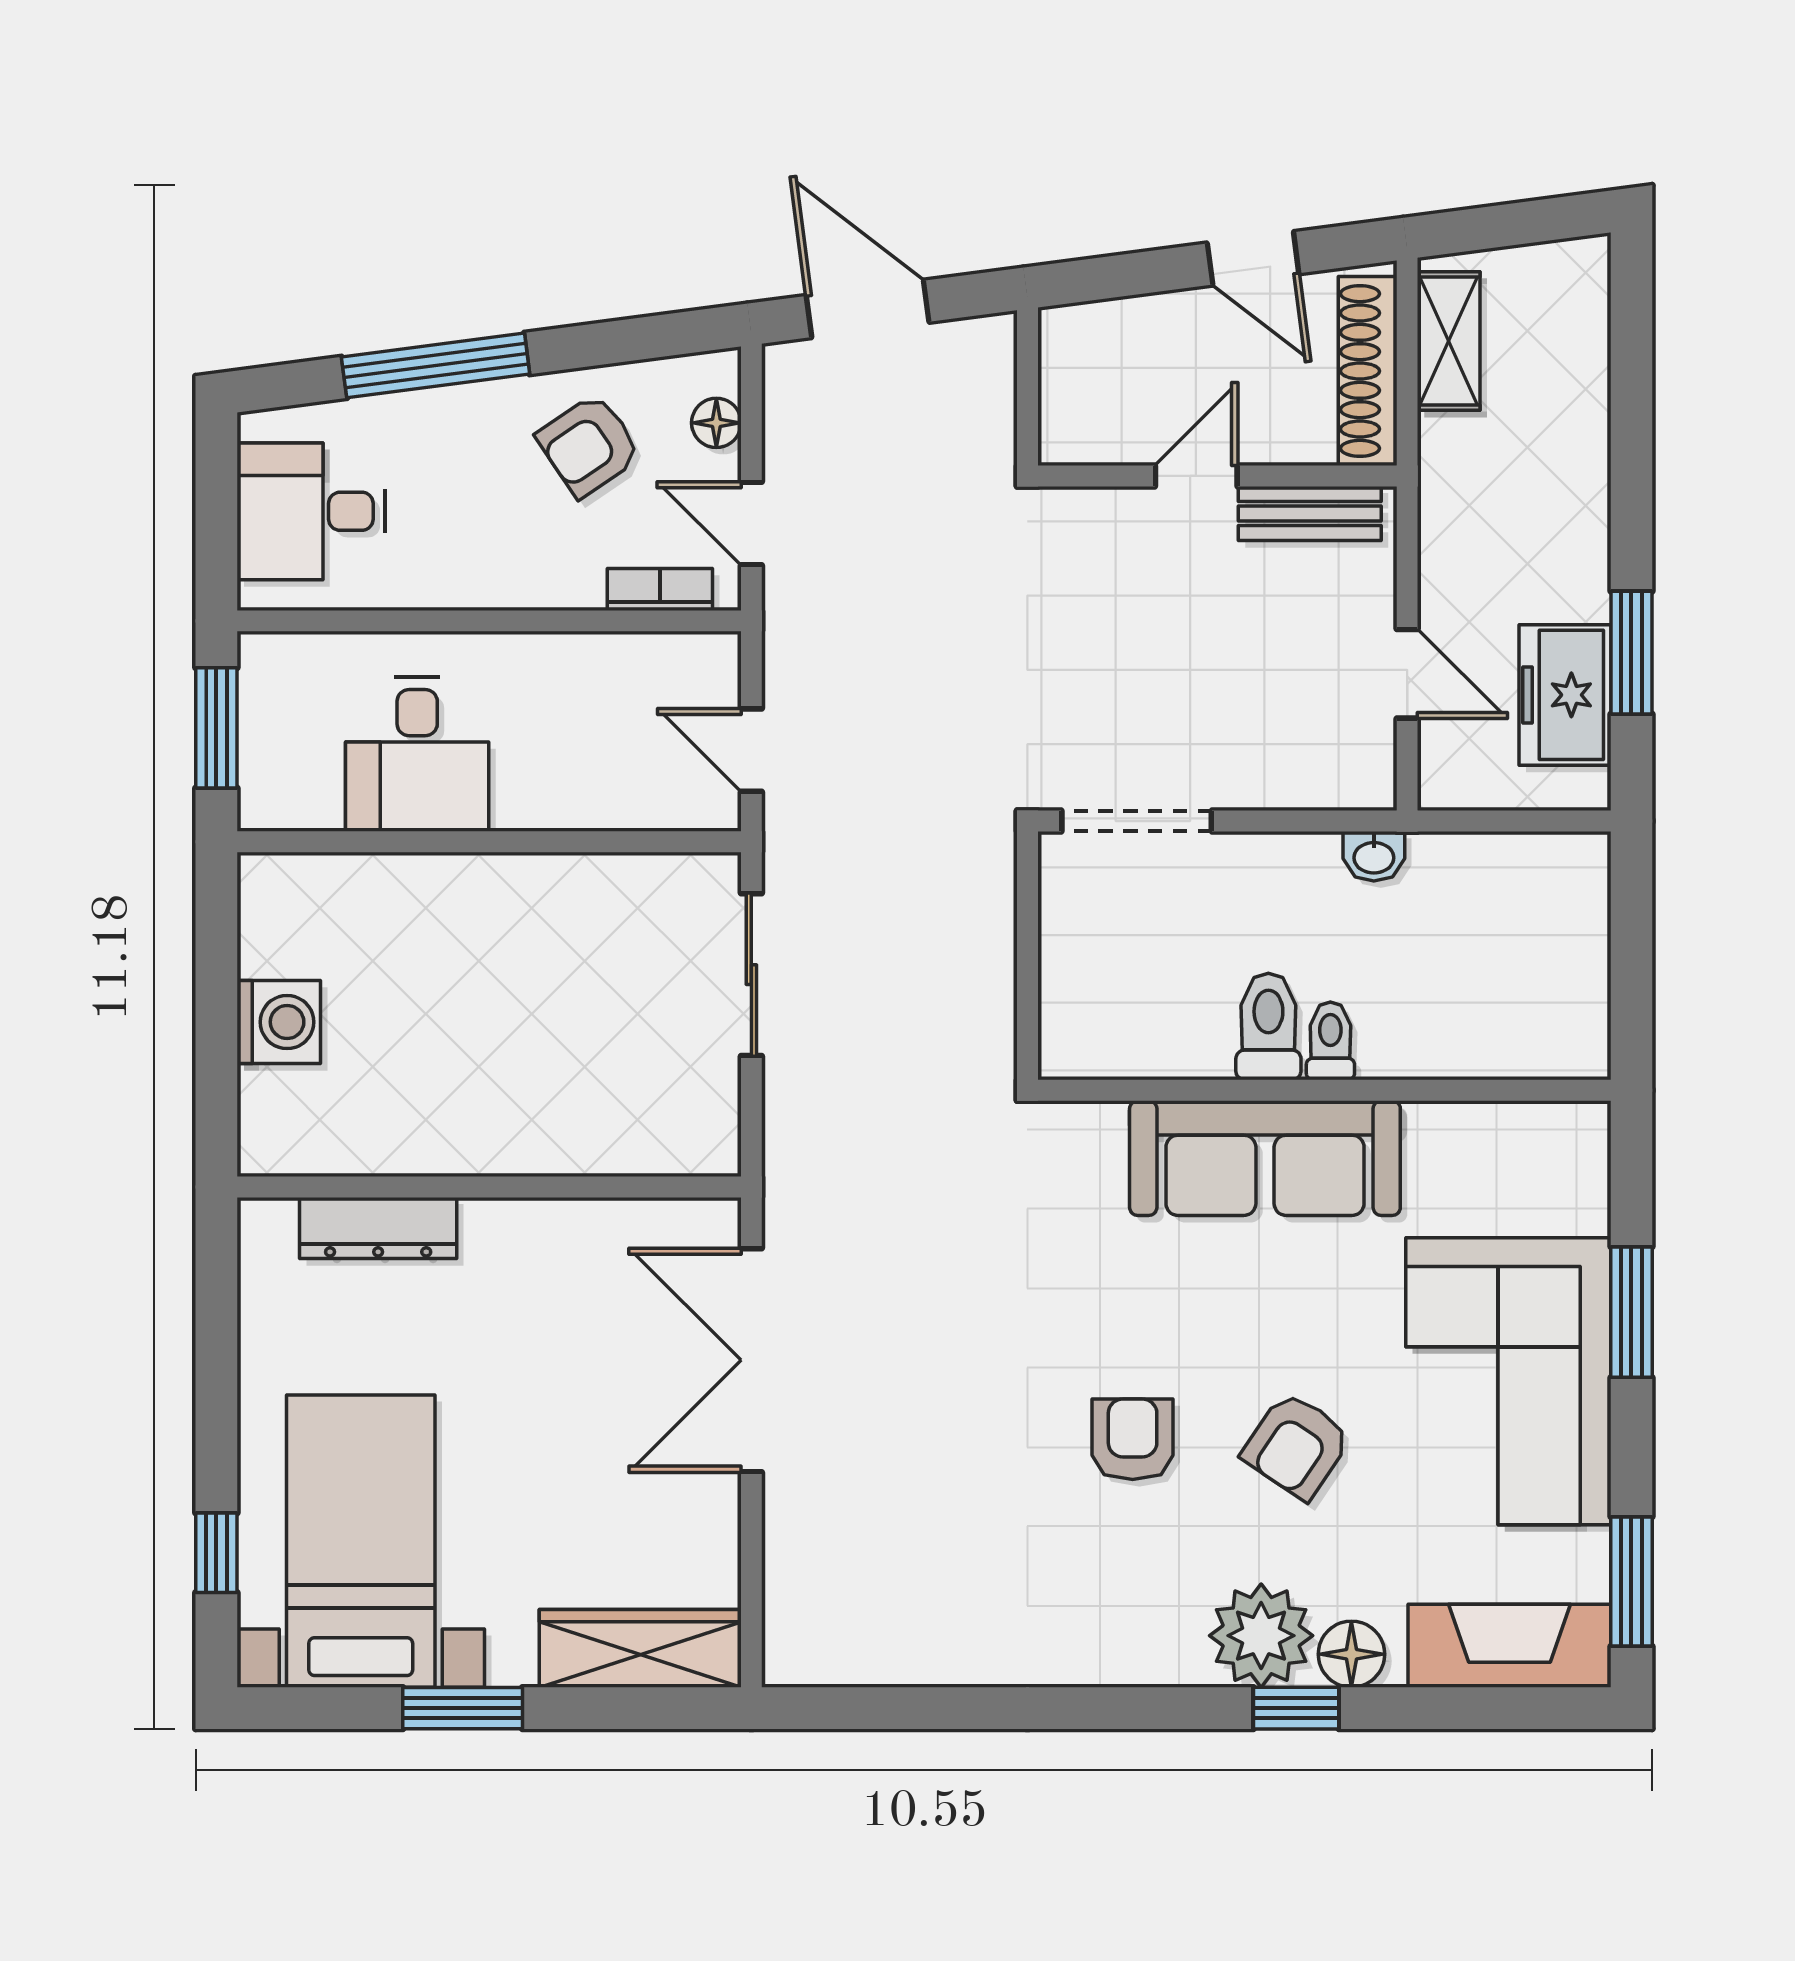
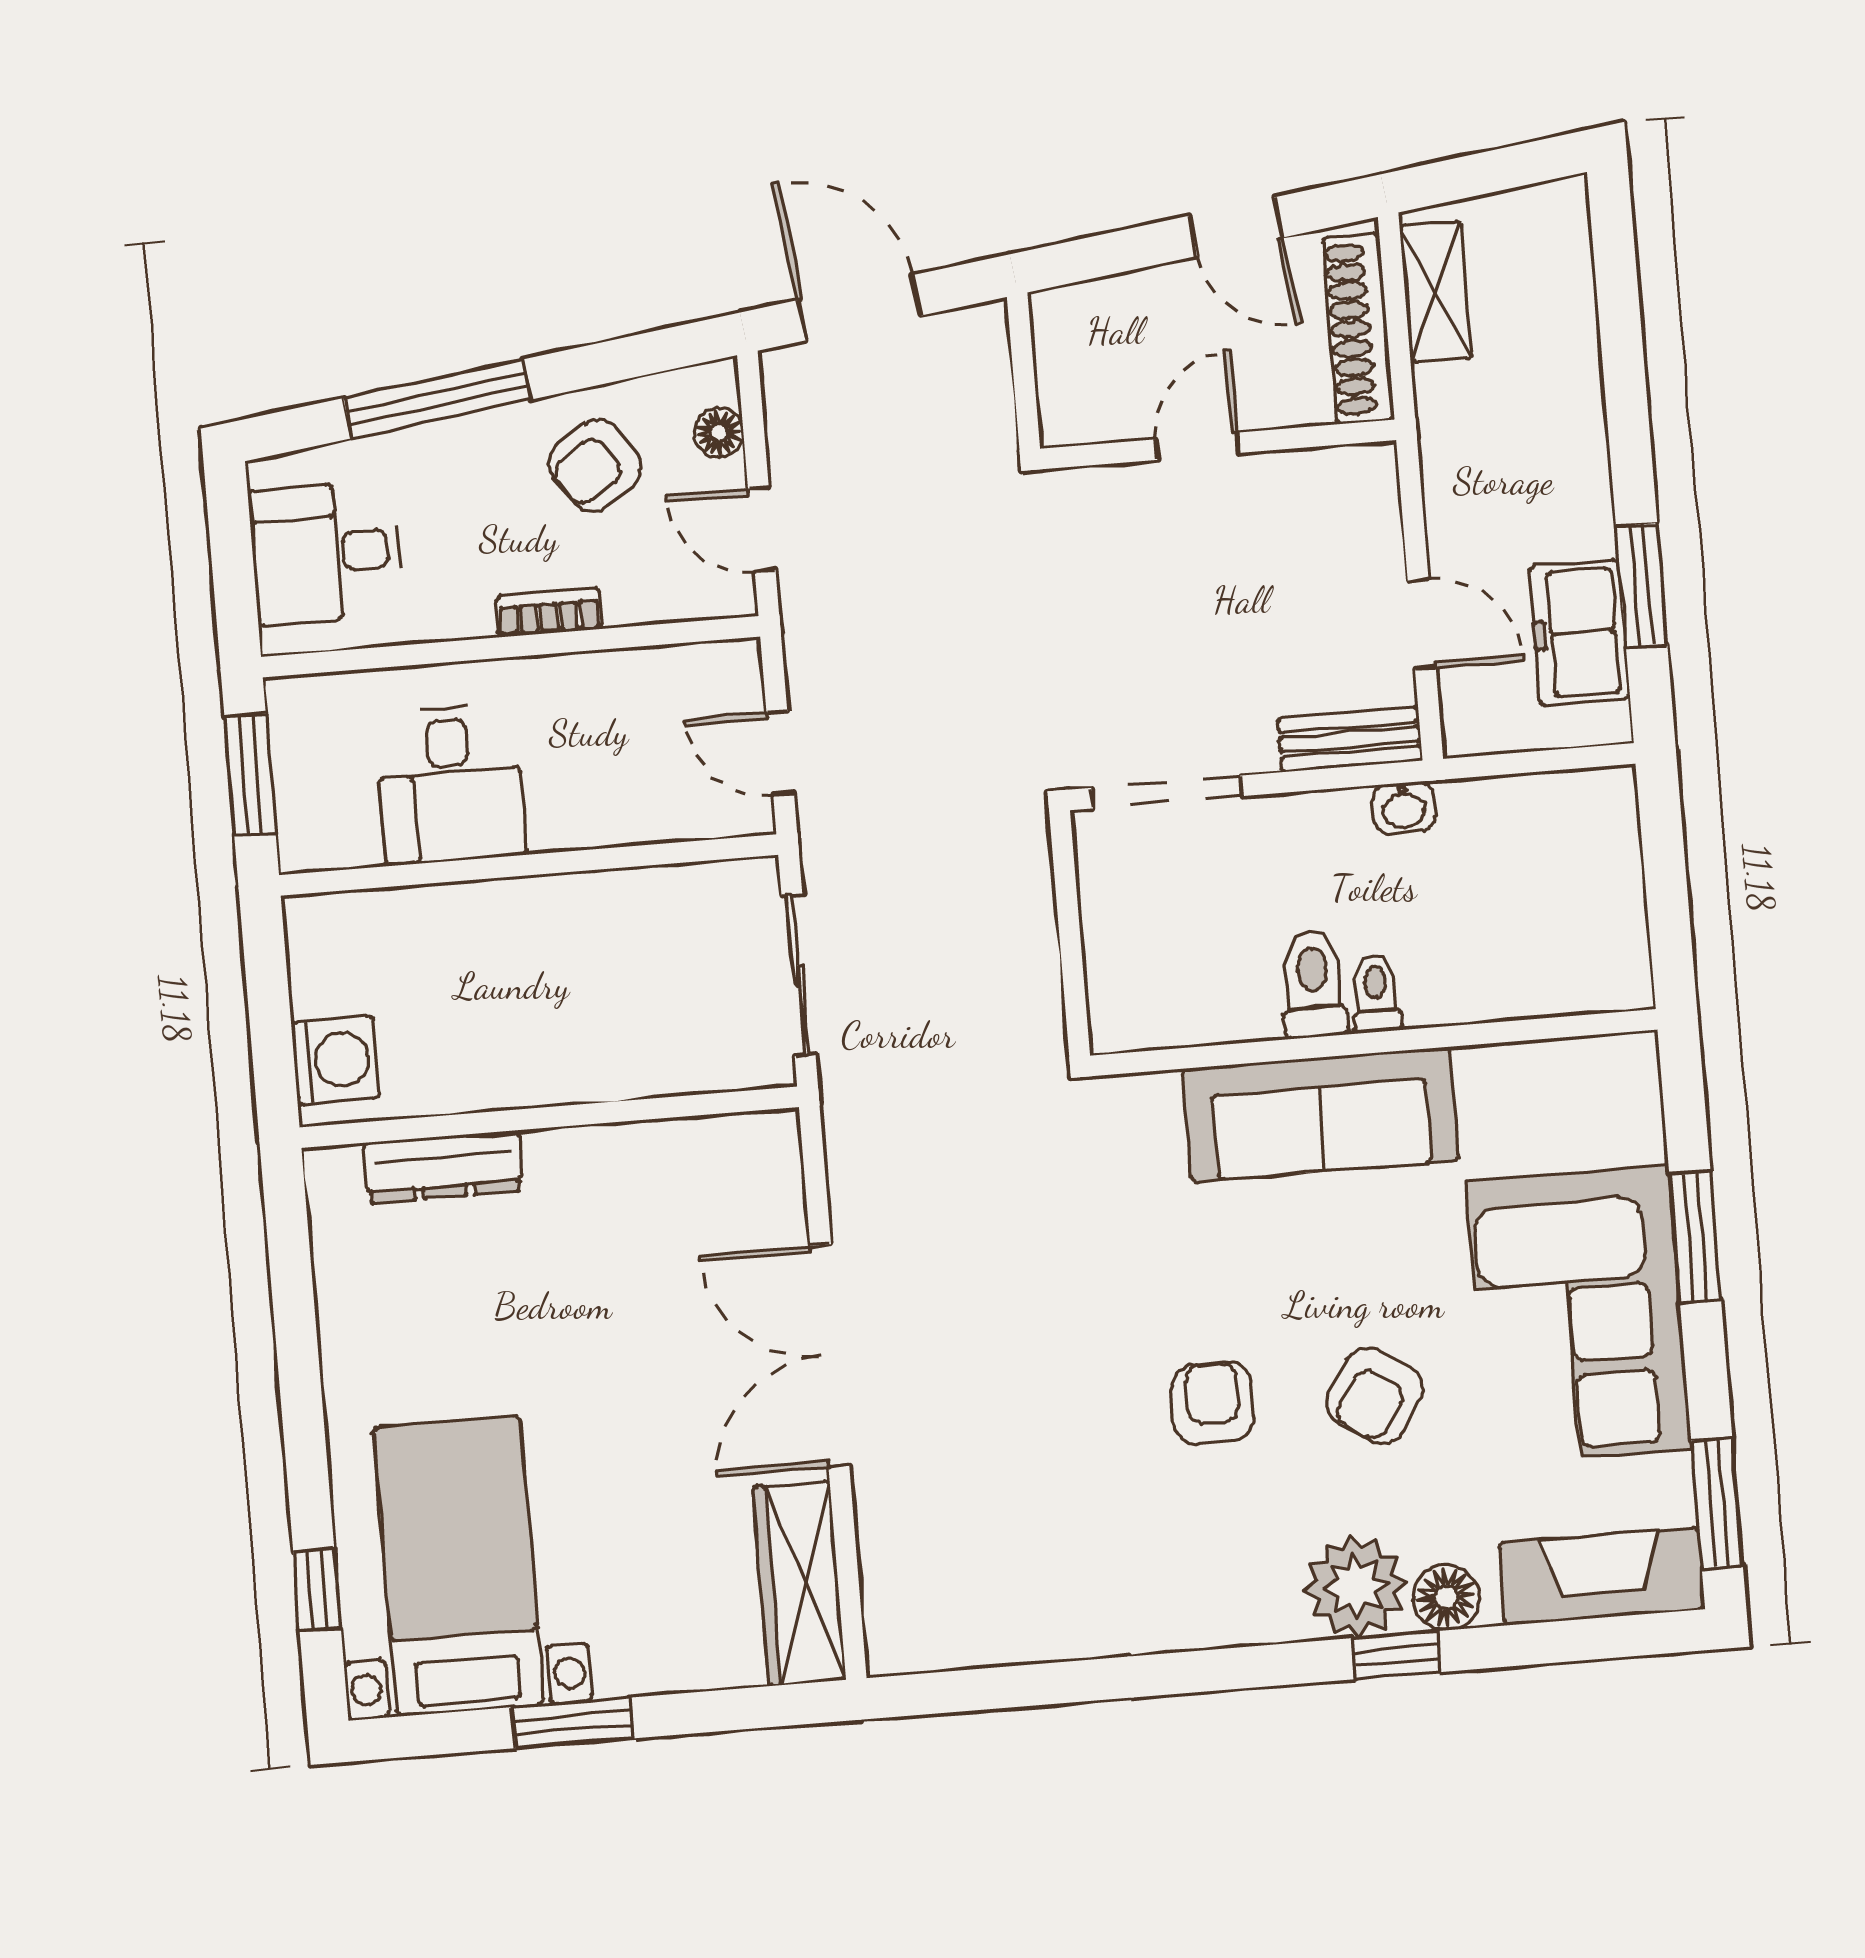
bench: (1310, 514) -> (1350, 739), moved
bookcase: (660, 590) -> (549, 612), moved
wall: (489, 1187) -> (549, 1117), moved
dresser: (378, 1228) -> (443, 1167), moved
wardrobe: (640, 1648) -> (799, 1583), moved, turned -90

